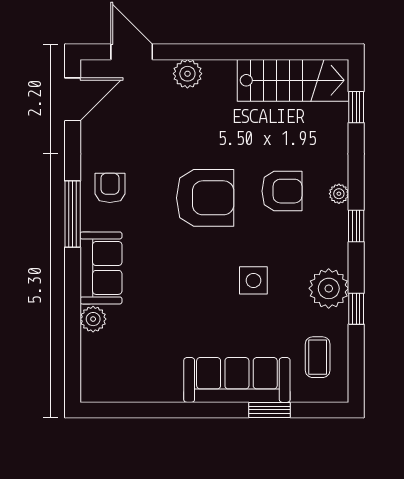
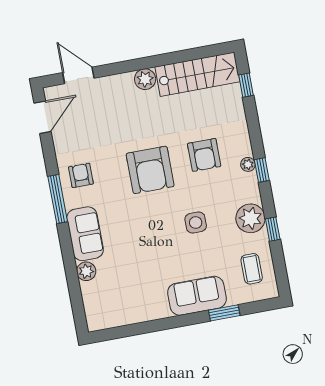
plant: (187, 74) -> (145, 79), moved
armchair: (282, 191) -> (204, 155), turned 90
plant: (339, 194) -> (248, 164), moved
armchair: (205, 198) -> (150, 170), turned 90
sofa: (237, 380) -> (197, 296), width x0.73

